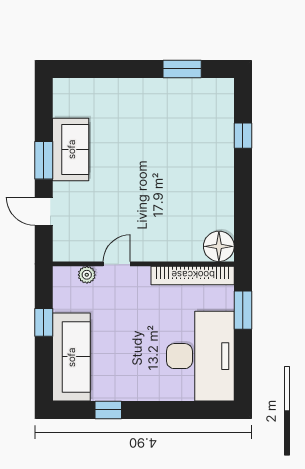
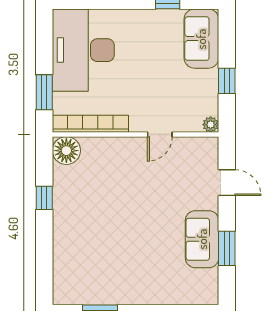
window: (243, 136) -> (44, 198), moved
window: (44, 160) -> (227, 248), moved
plant: (87, 275) -> (211, 125), moved
sofa: (71, 357) -> (201, 39), width x0.73

